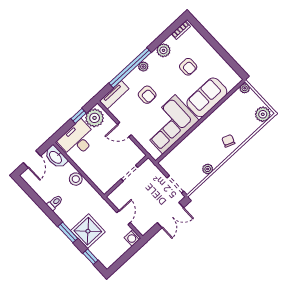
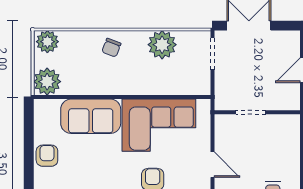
armchair: (188, 67) -> (47, 156), moved
plant: (245, 88) -> (47, 82), width x1.88, depth x1.88
plant: (208, 169) -> (162, 45), width x1.88, depth x1.88

